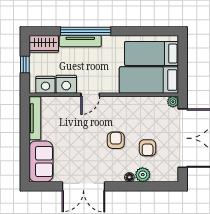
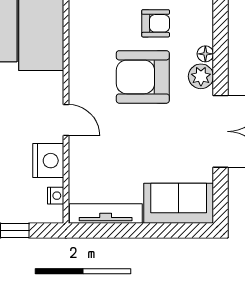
nightstand: (45, 85) -> (56, 196), width x0.53, depth x0.56
armchair: (116, 140) -> (143, 77), width x1.88, depth x1.88
plant: (143, 175) -> (201, 76), moved

